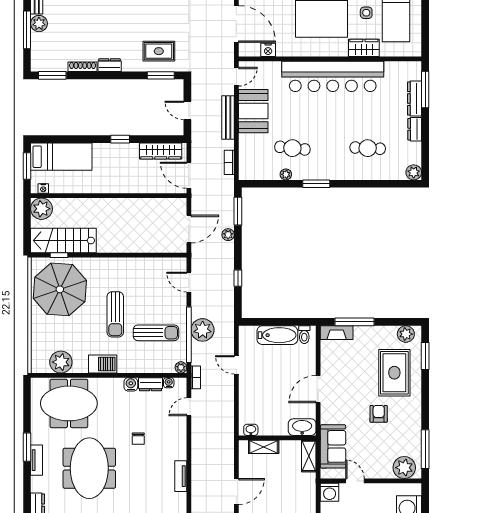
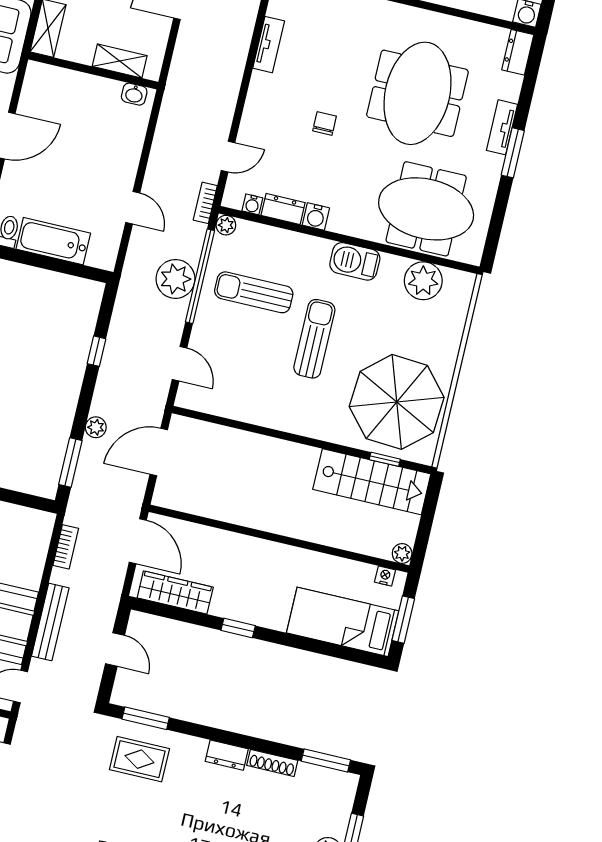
plant: (42, 209) -> (402, 553), width x0.53, depth x0.53
washbasin: (302, 427) -> (48, 79), removed

